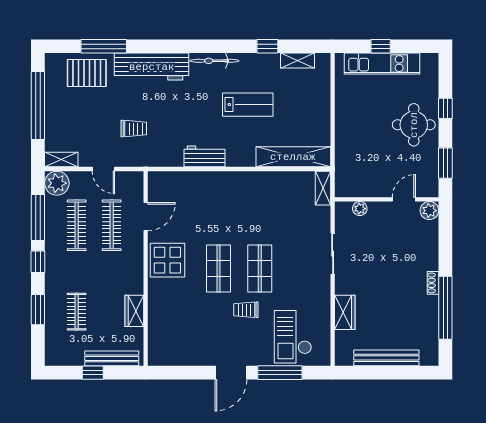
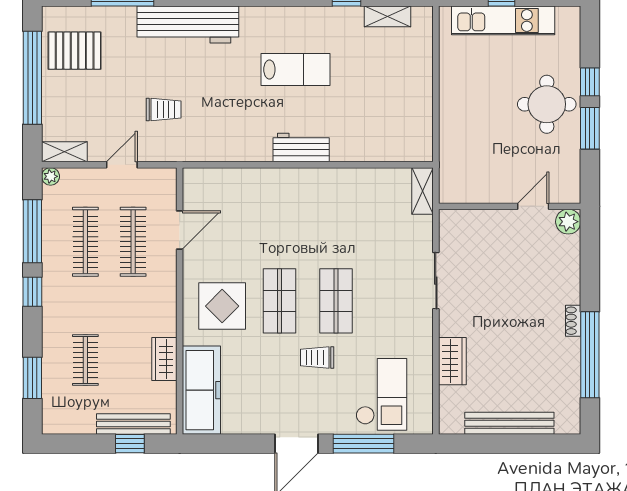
bicycle: (215, 61) -> (274, 17), removed
pallet: (87, 73) -> (75, 51), moved
lab bench: (248, 105) -> (296, 69), moved
workbench: (205, 156) -> (301, 148), moved
shelving: (293, 157) -> (382, 148), removed
window: (445, 163) -> (590, 128), moved
door: (103, 169) -> (122, 165), swing flipped
plant: (57, 183) -> (50, 176), width x0.53, depth x0.53
plant: (360, 209) -> (473, 219), removed
display table: (167, 260) -> (222, 306), moved
window: (38, 310) -> (32, 378), moved
freezer: (161, 334) -> (201, 390), added
checkout: (293, 337) -> (381, 394), turned 180
window: (93, 373) -> (130, 444), moved

